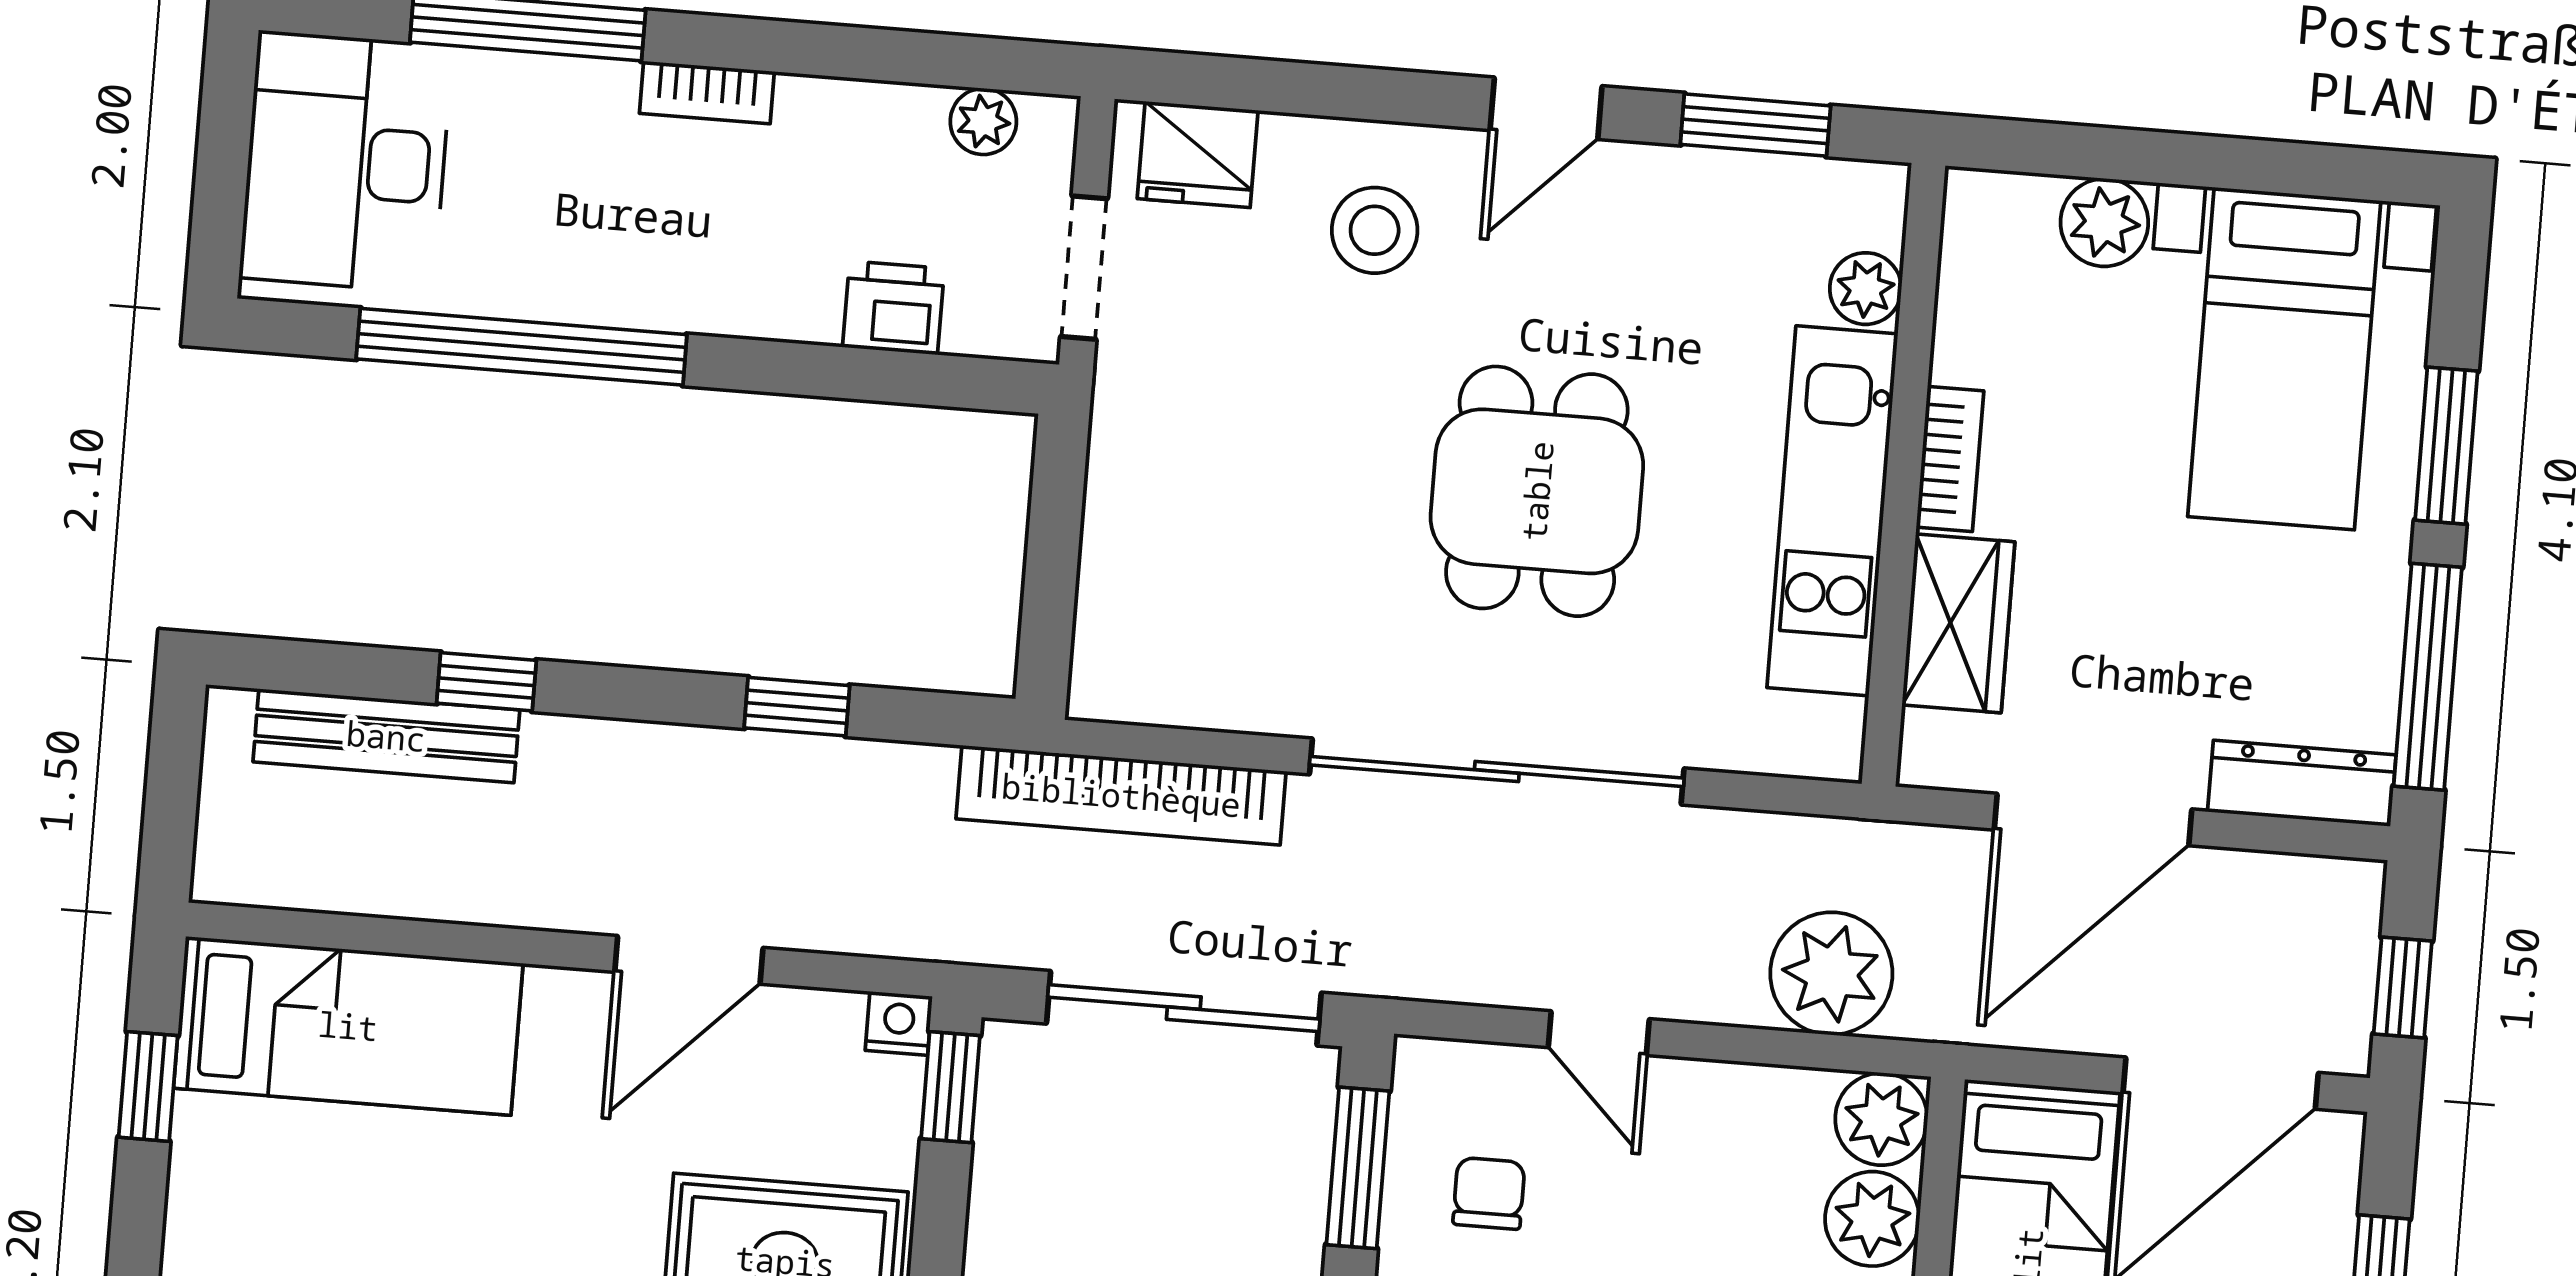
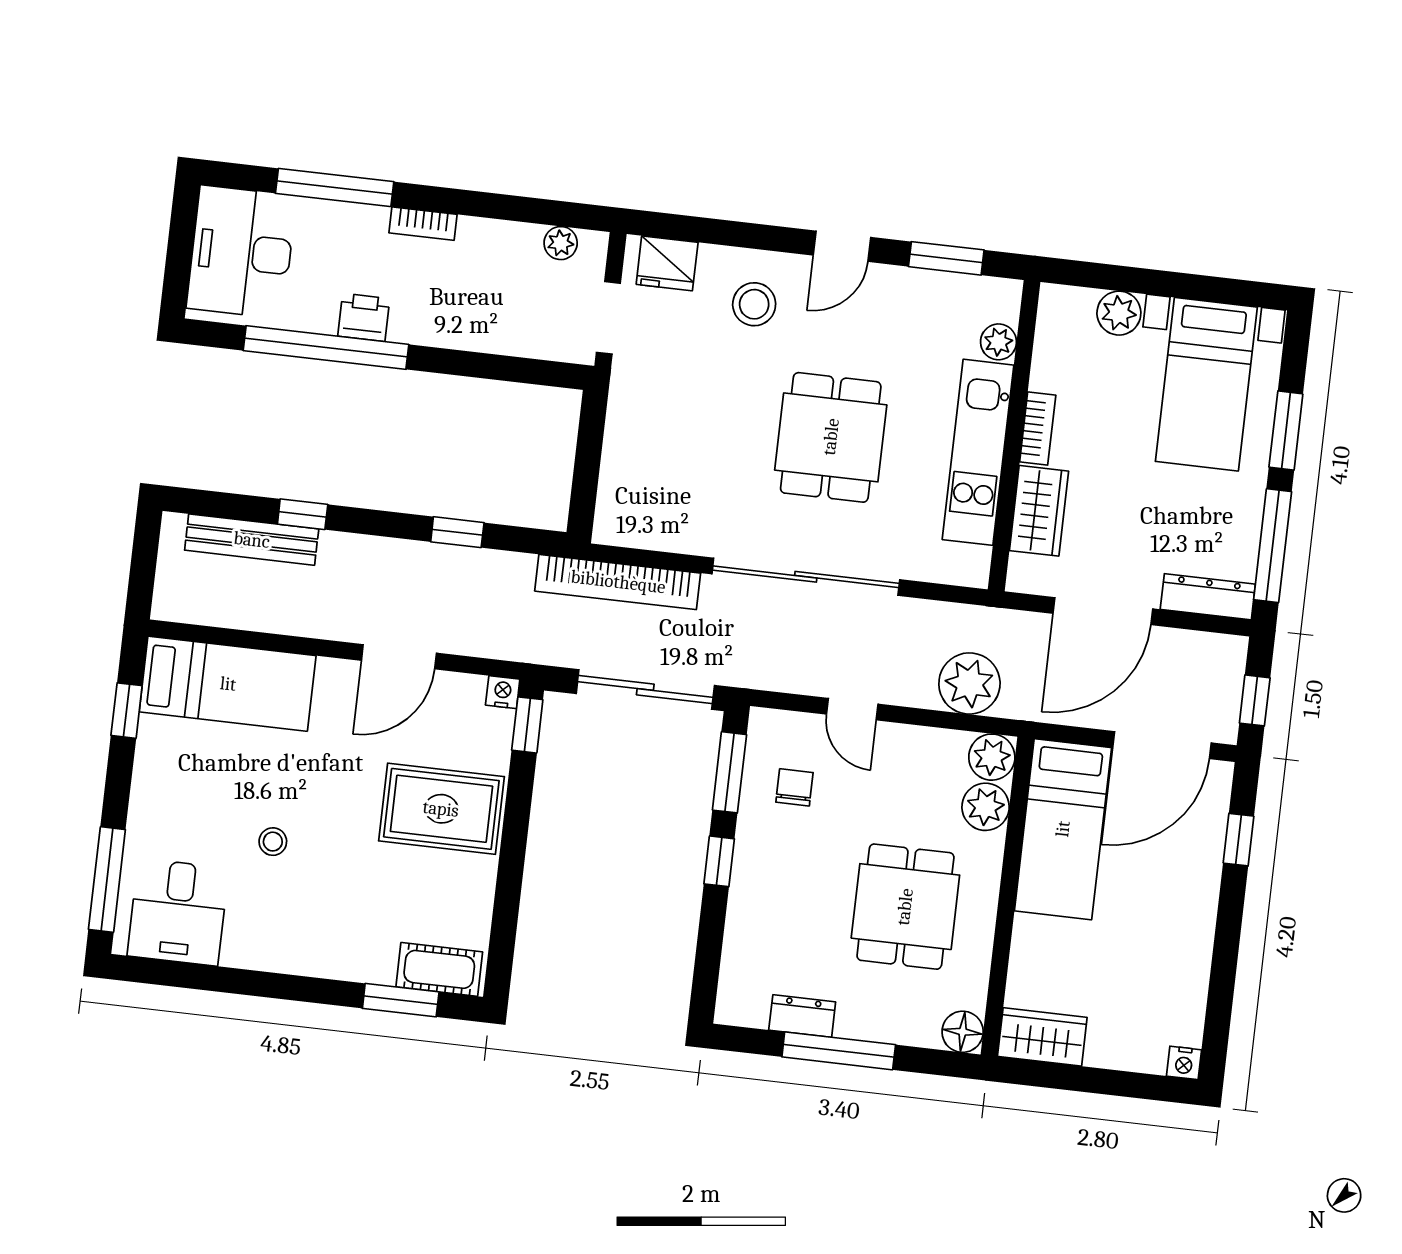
printer: (893, 308) -> (364, 317), moved

